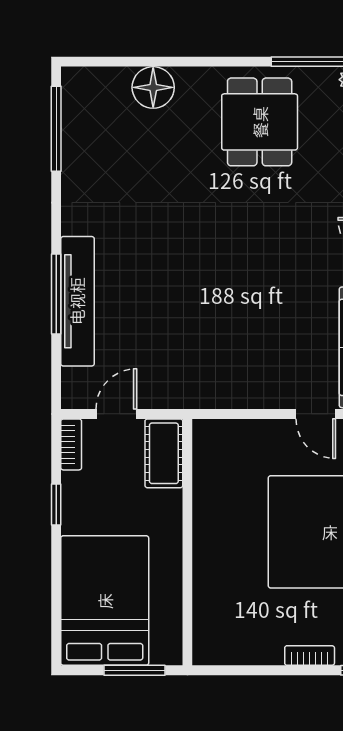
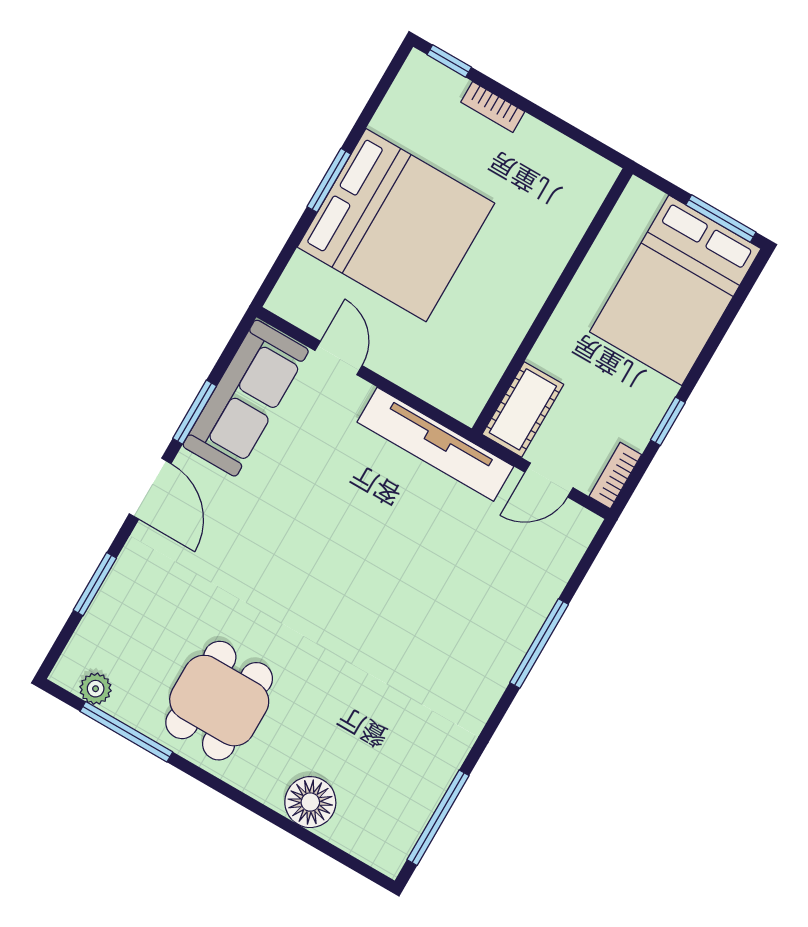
tv unit: (77, 301) -> (435, 444), moved, turned -90
window: (134, 670) -> (721, 218), moved

